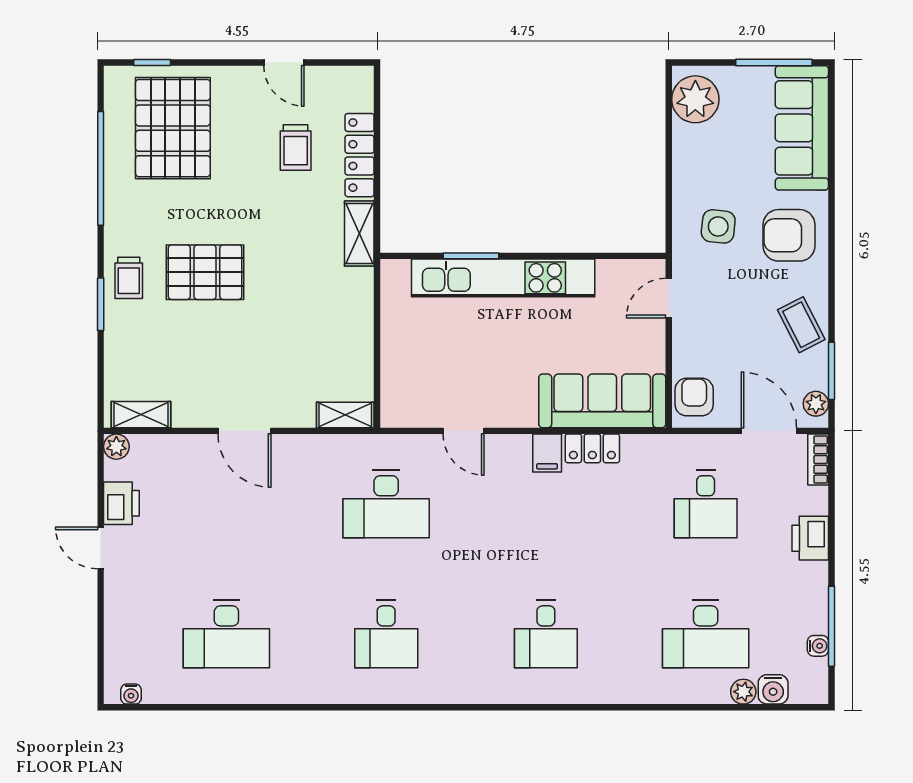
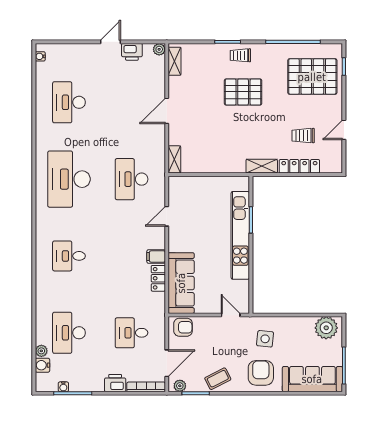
pallet: (205, 272) -> (243, 92), turned 90
bookcase: (818, 460) -> (146, 387), width x1.56
desk: (386, 634) -> (69, 179), width x1.87, depth x1.30

